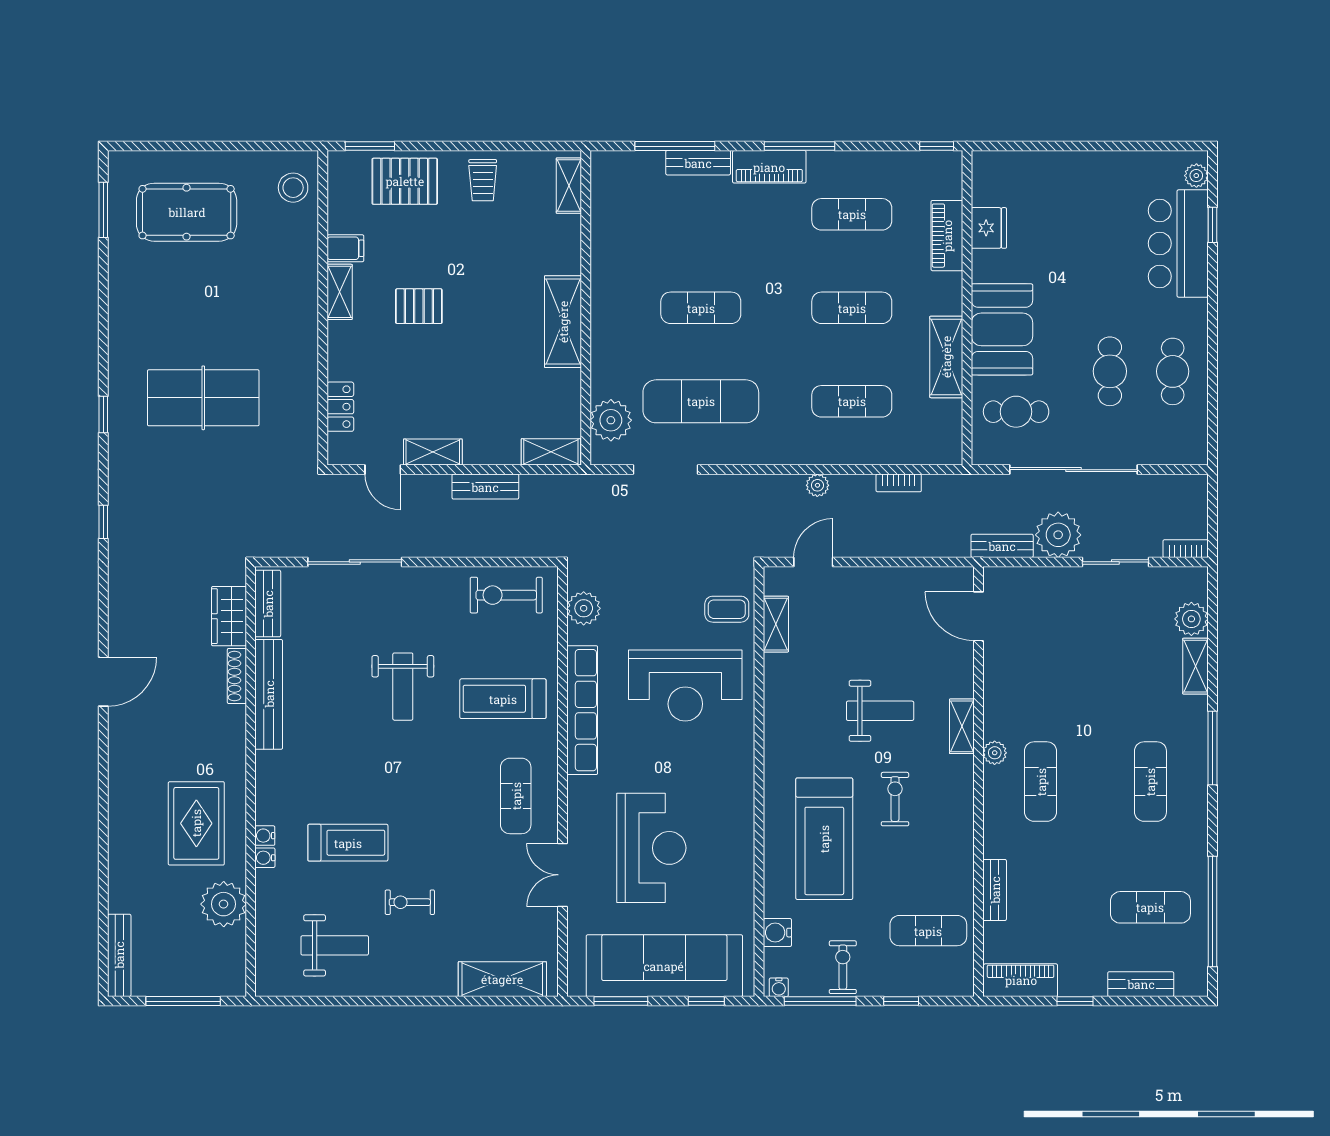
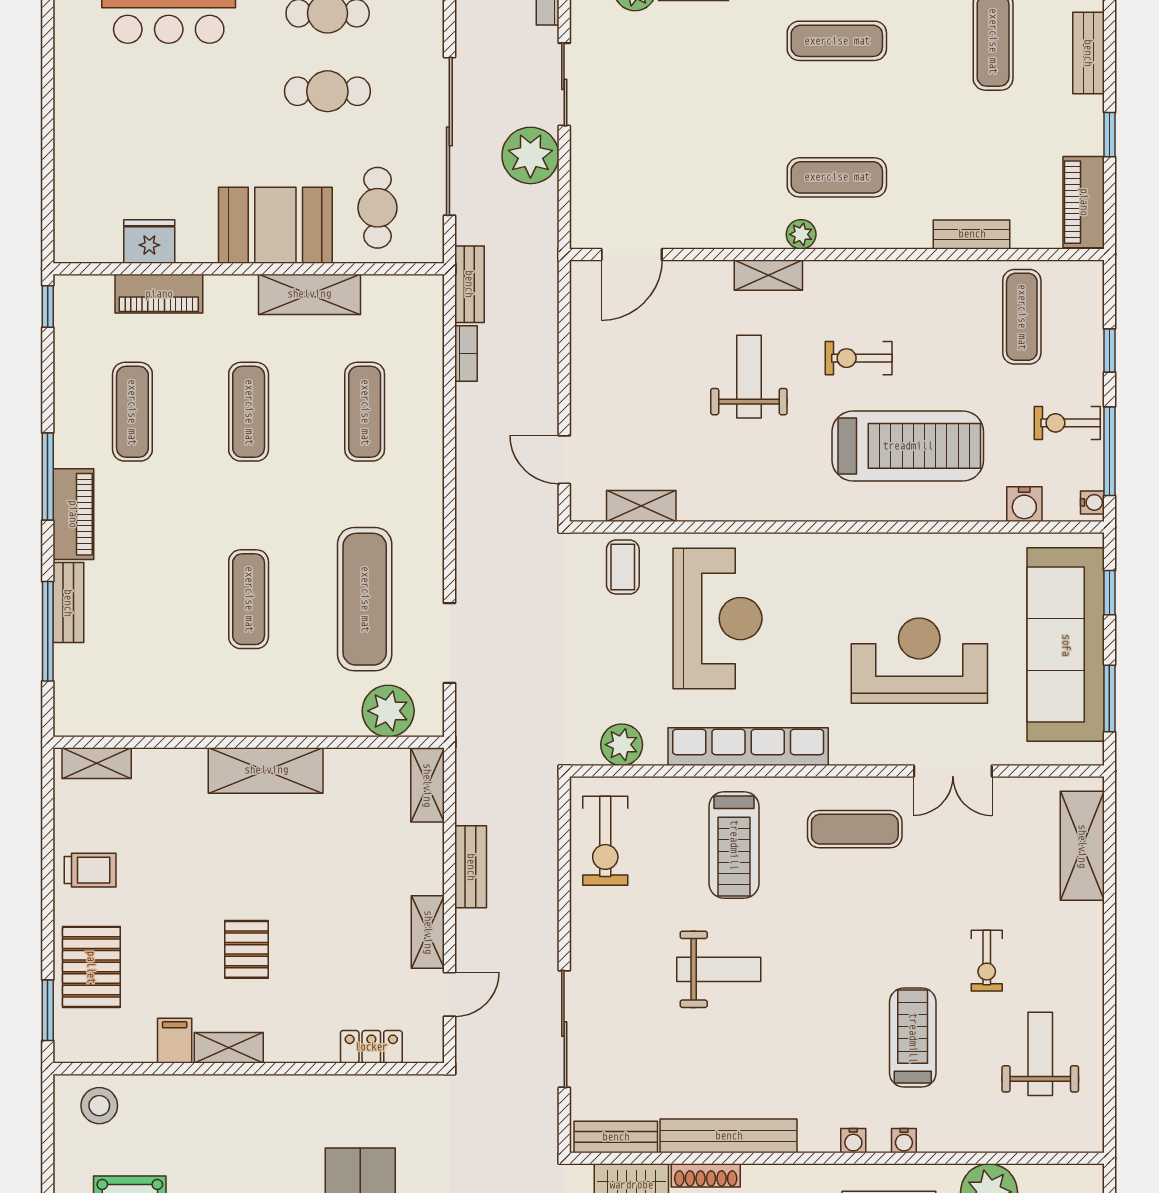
plant: (817, 485) -> (469, 454), removed
bench: (1002, 546) -> (469, 284), moved
water cooler: (265, 858) -> (853, 1141), moved

